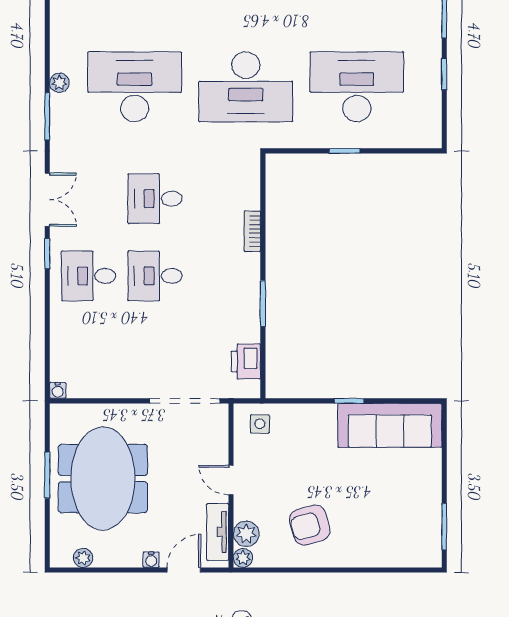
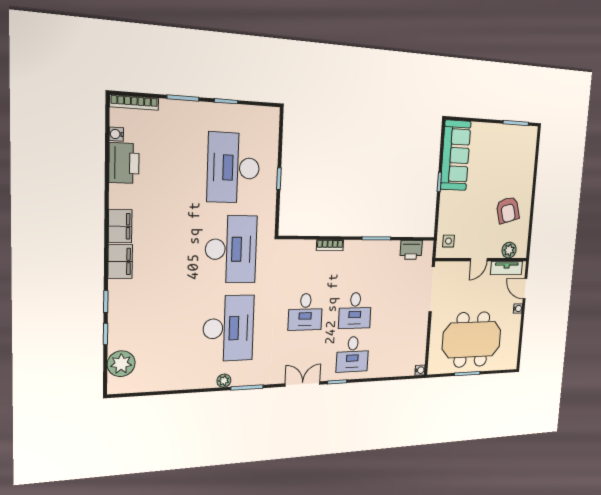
desk: (135, 87) -> (228, 328), turned 180
plant: (83, 558) -> (513, 350), removed
plant: (243, 558) -> (522, 252), removed

